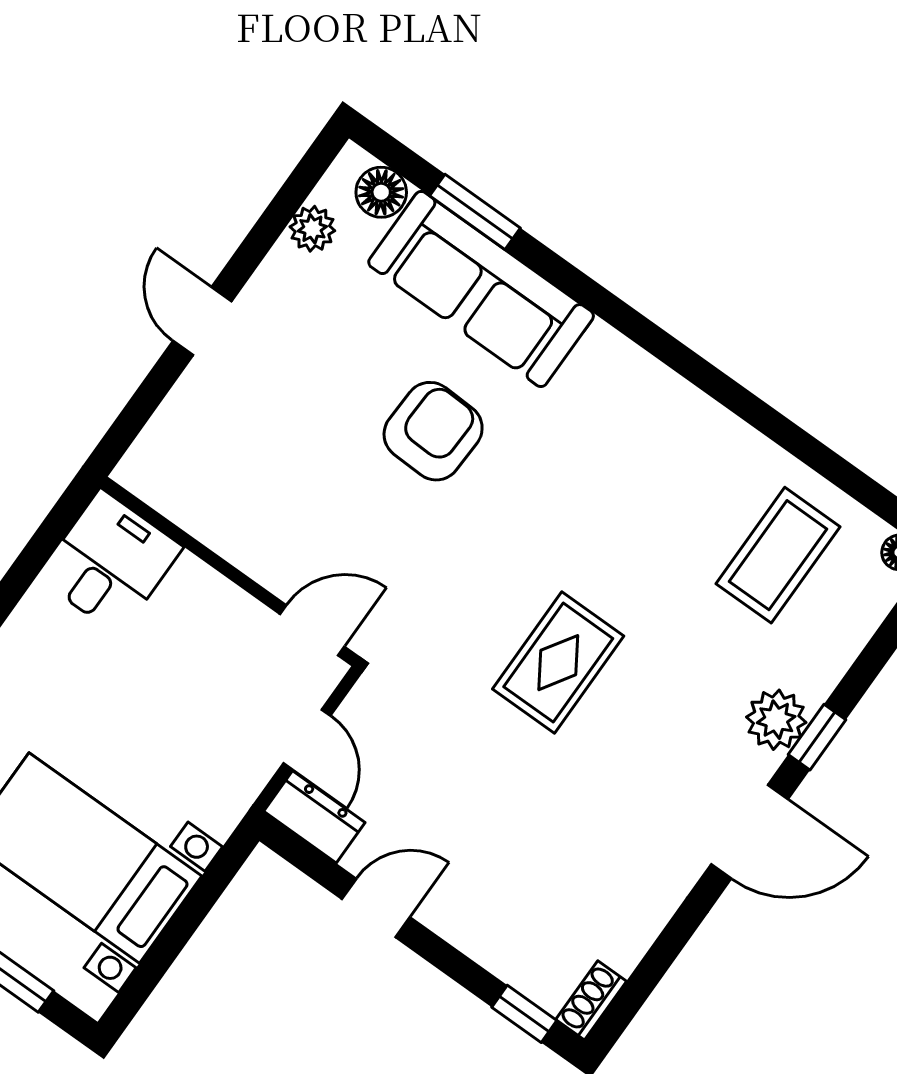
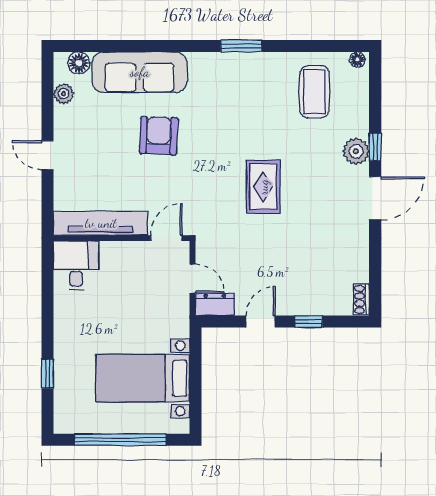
window: (475, 212) -> (241, 46), moved
tv unit: (210, 516) -> (101, 223), added
window: (524, 1014) -> (309, 322), moved

